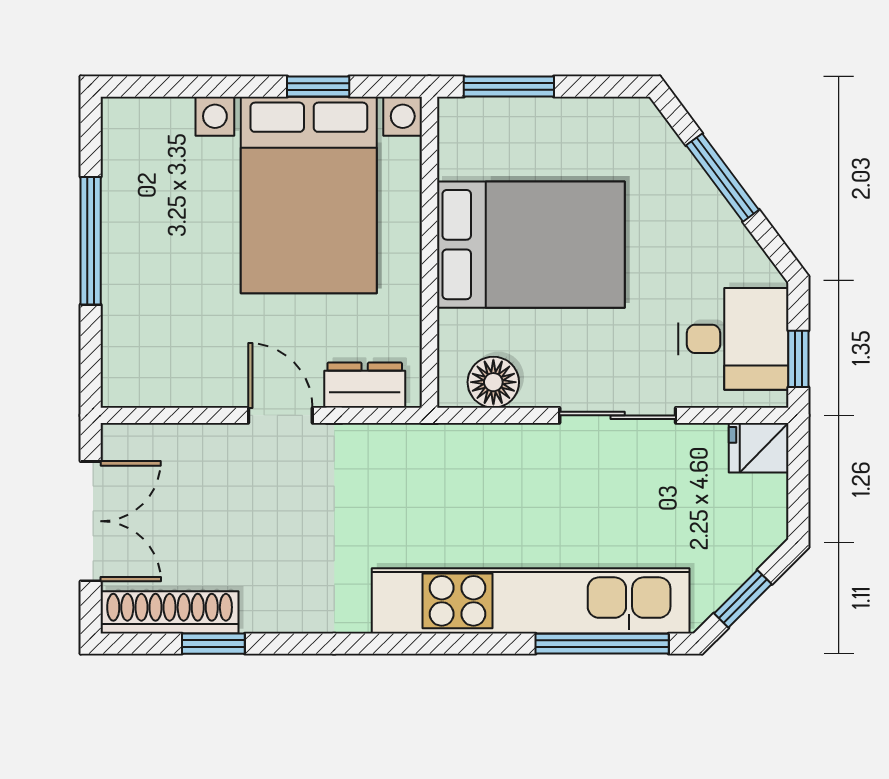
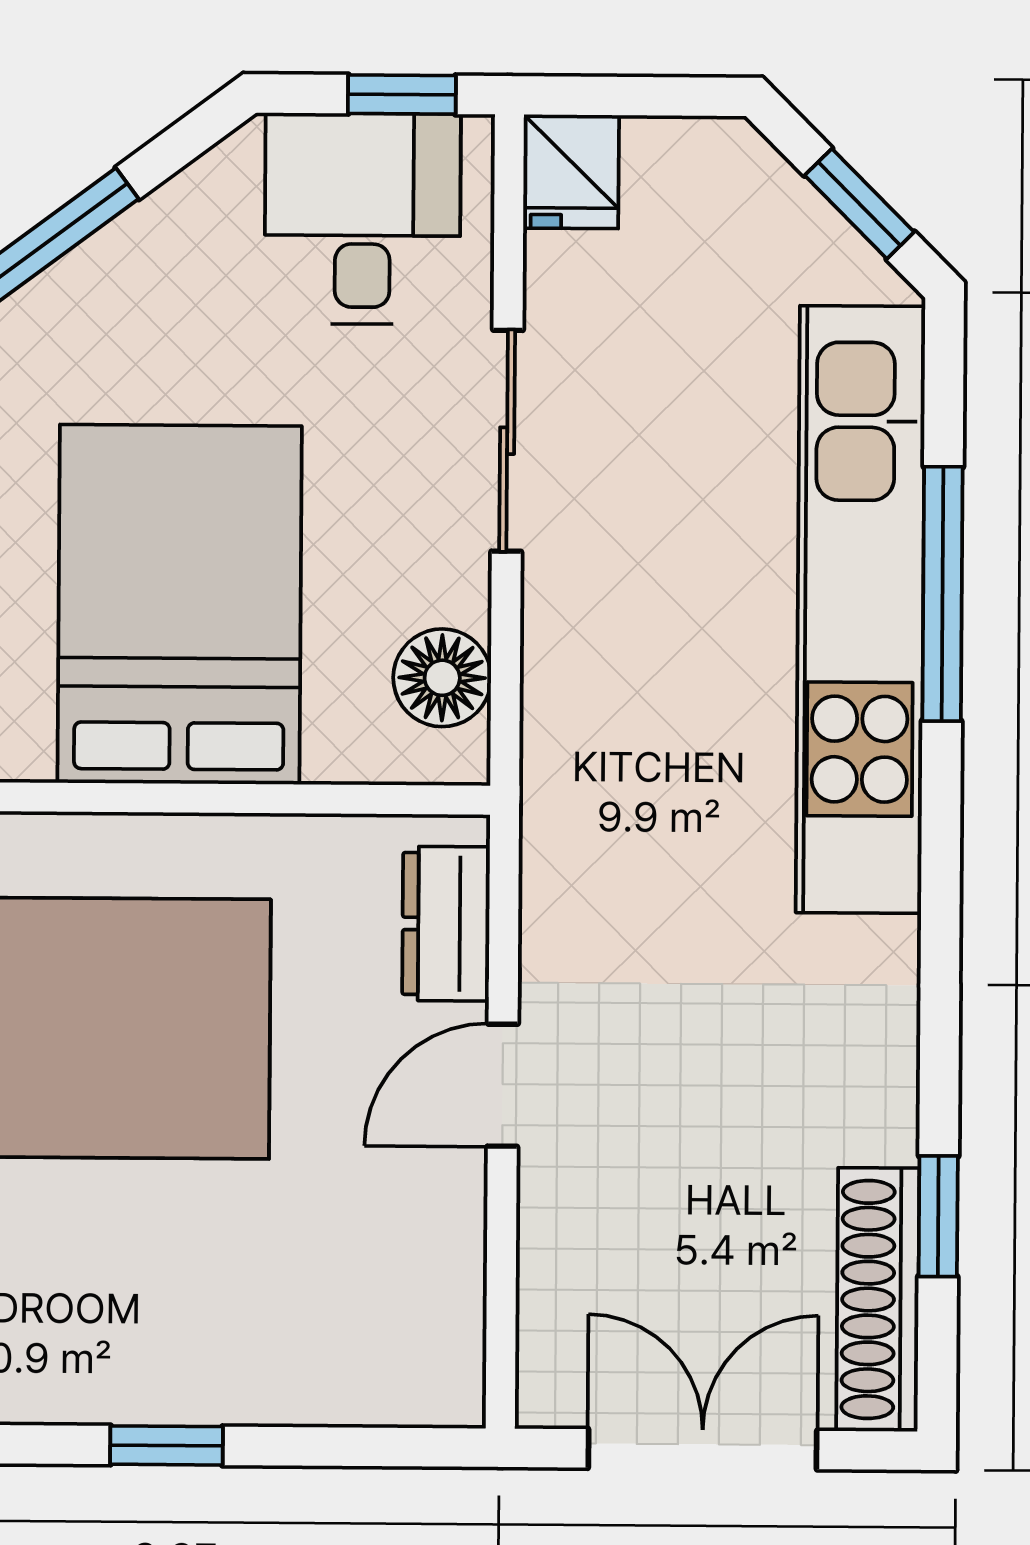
window: (91, 241) -> (167, 1445), width x0.46
window: (602, 644) -> (943, 594), moved

